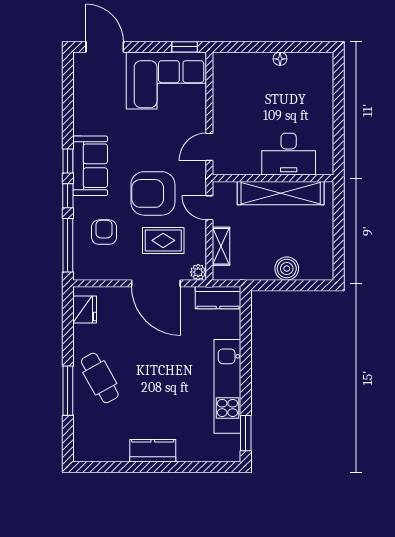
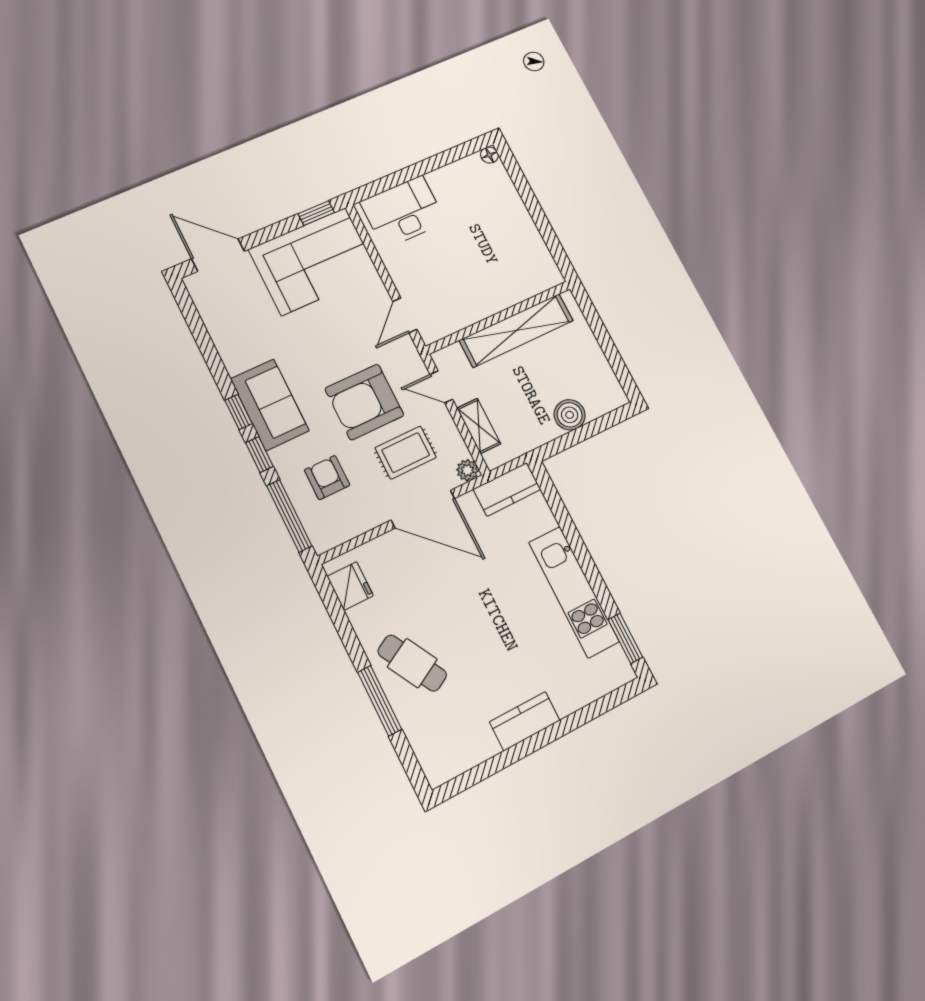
floor lamp: (280, 59) -> (489, 155), moved
desk: (289, 154) -> (403, 212), moved, turned 180

